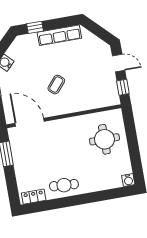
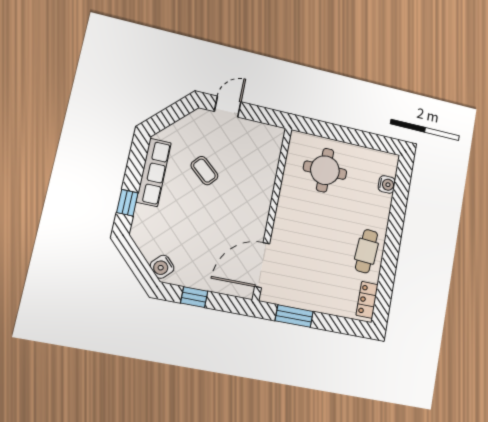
coffee table: (56, 85) -> (204, 171), moved
window: (123, 87) -> (264, 115), removed
water cooler: (128, 180) -> (387, 184), moved

